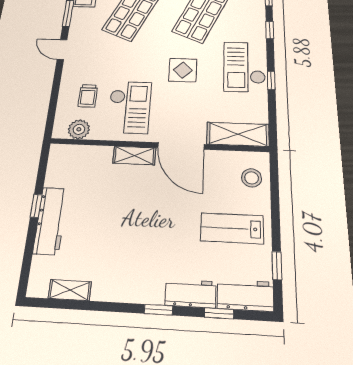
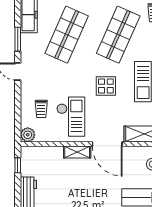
plant: (79, 129) -> (28, 135), moved
window: (36, 206) -> (18, 165), moved

